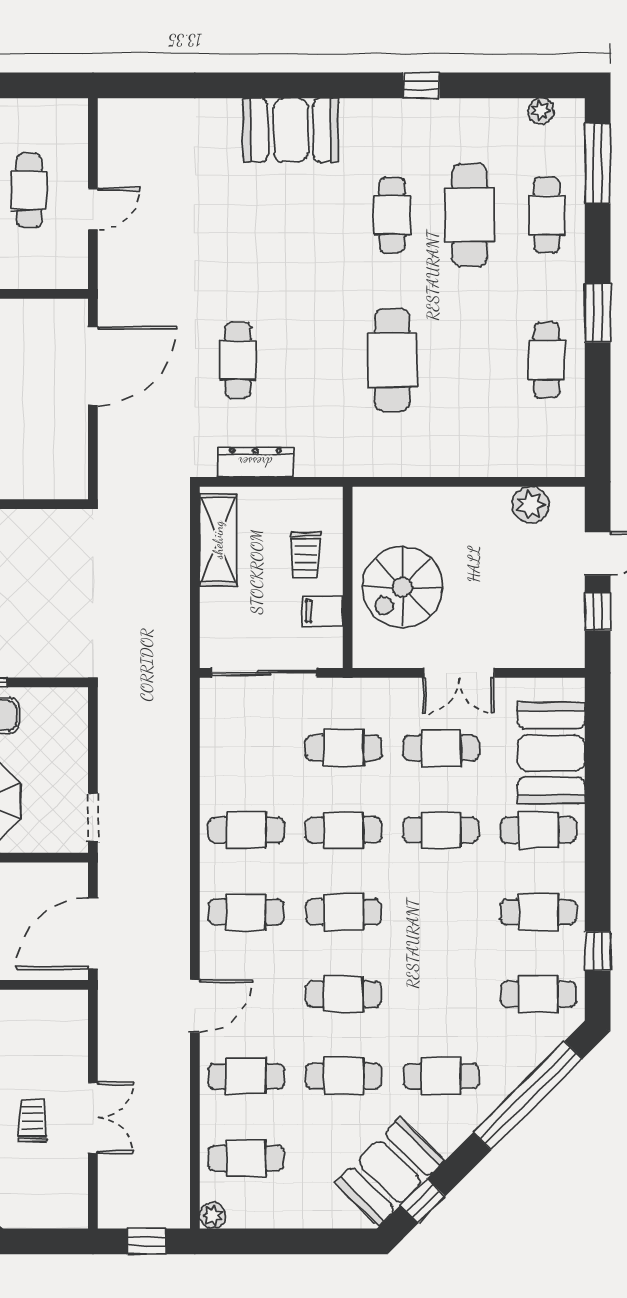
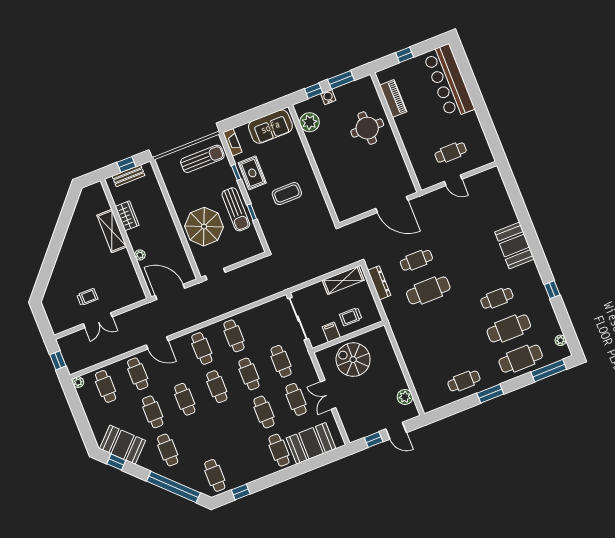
cafe table: (547, 215) -> (521, 359), width x1.37, depth x1.35
cafe table: (392, 360) -> (428, 290), moved
cafe table: (538, 912) -> (247, 463), removed

